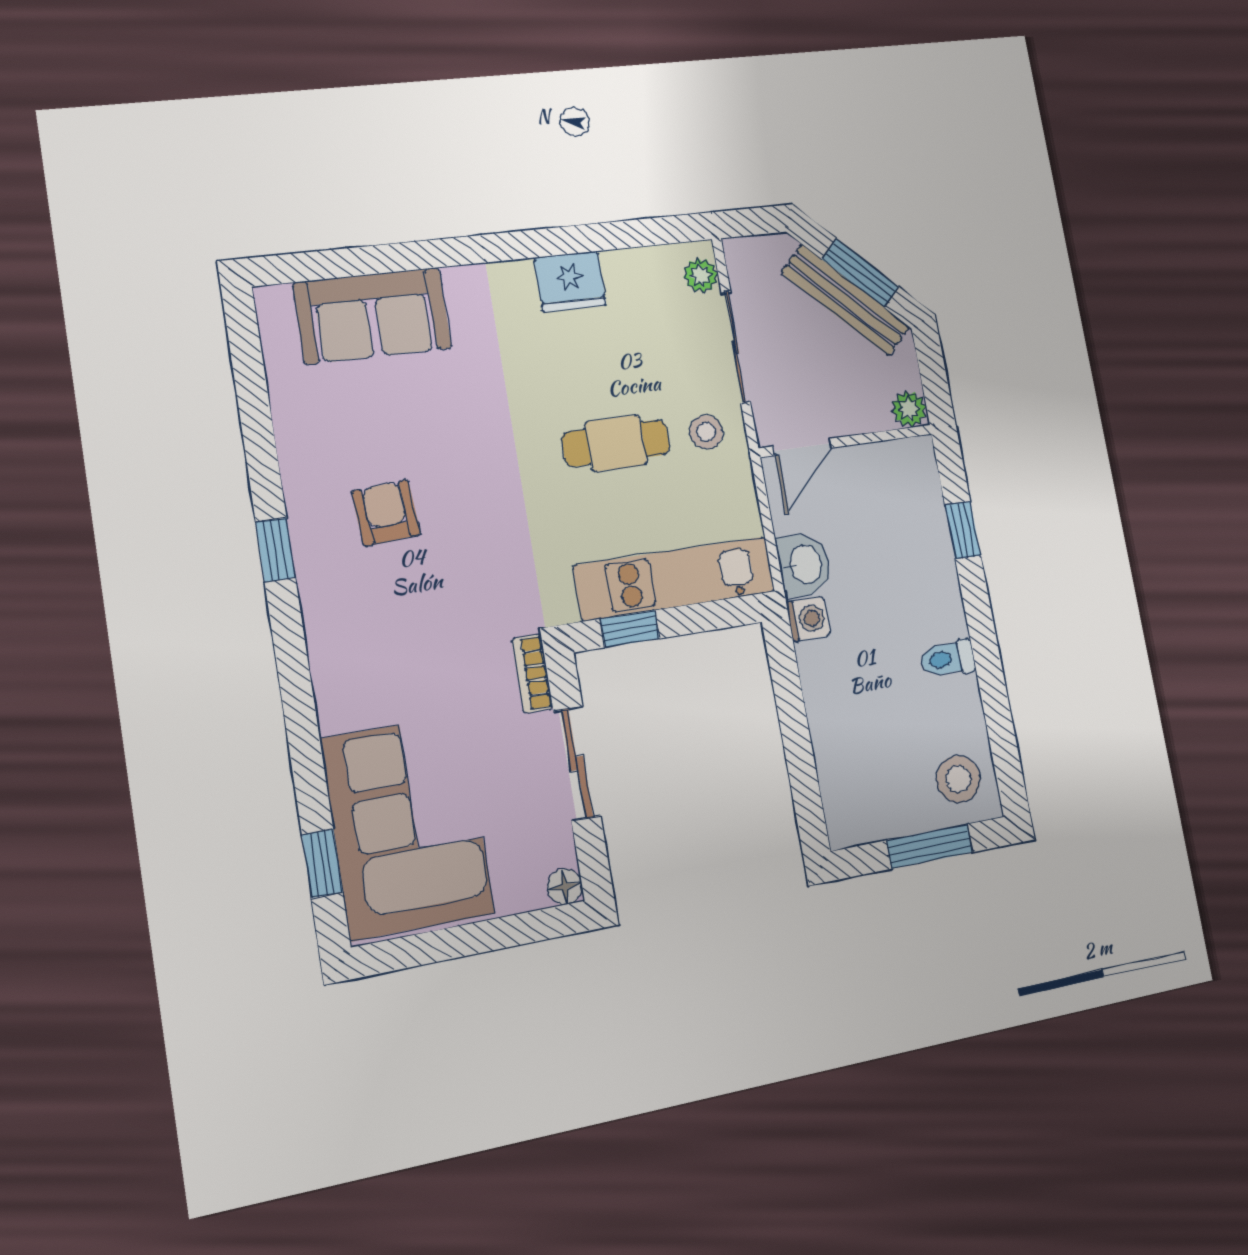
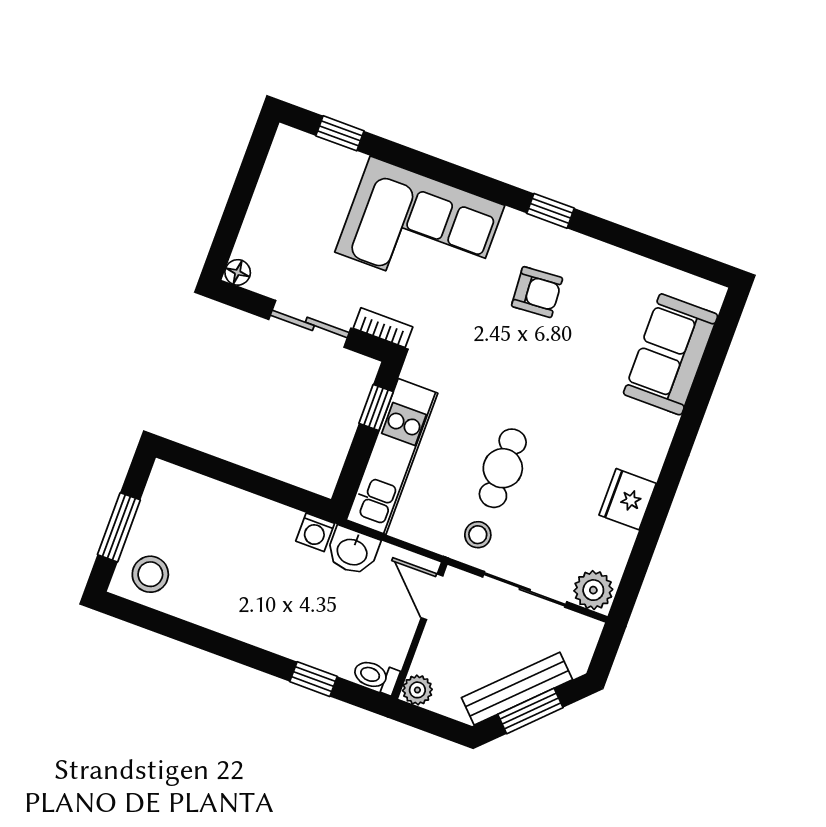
plant: (701, 275) -> (593, 590), width x1.38, depth x1.38
toilet: (948, 659) -> (376, 676), moved, turned -90
corner sofa: (407, 826) -> (420, 229), moved

